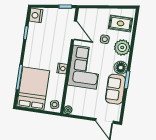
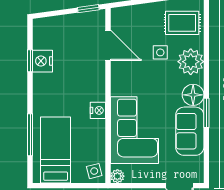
nightstand: (36, 15) -> (42, 61), moved
corner sofa: (85, 67) -> (134, 130), moved
bed: (33, 89) -> (56, 150), width x0.67

